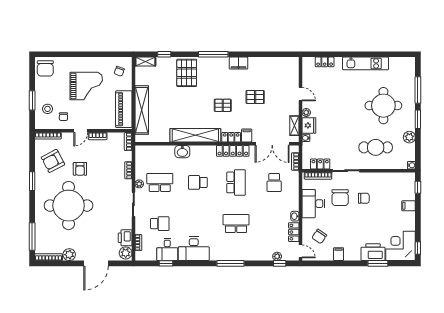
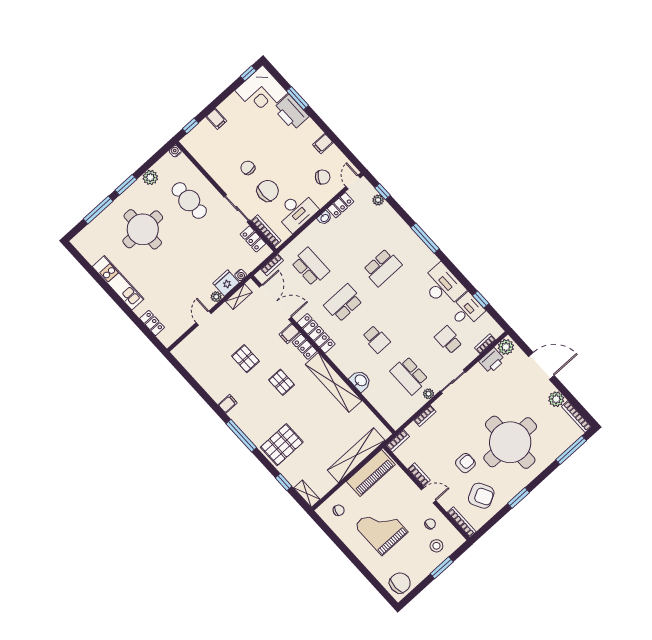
filing cabinet: (239, 63) -> (228, 404), width x0.50
school desk: (274, 182) -> (310, 267), width x1.85
school desk: (236, 224) -> (382, 267), turned -90

